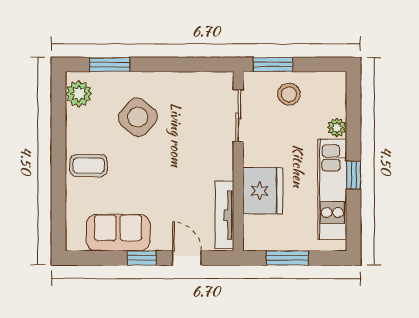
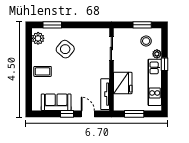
window: (273, 64) -> (142, 25), moved
stool: (289, 94) -> (146, 41), moved
window: (353, 175) -> (164, 64), moved

